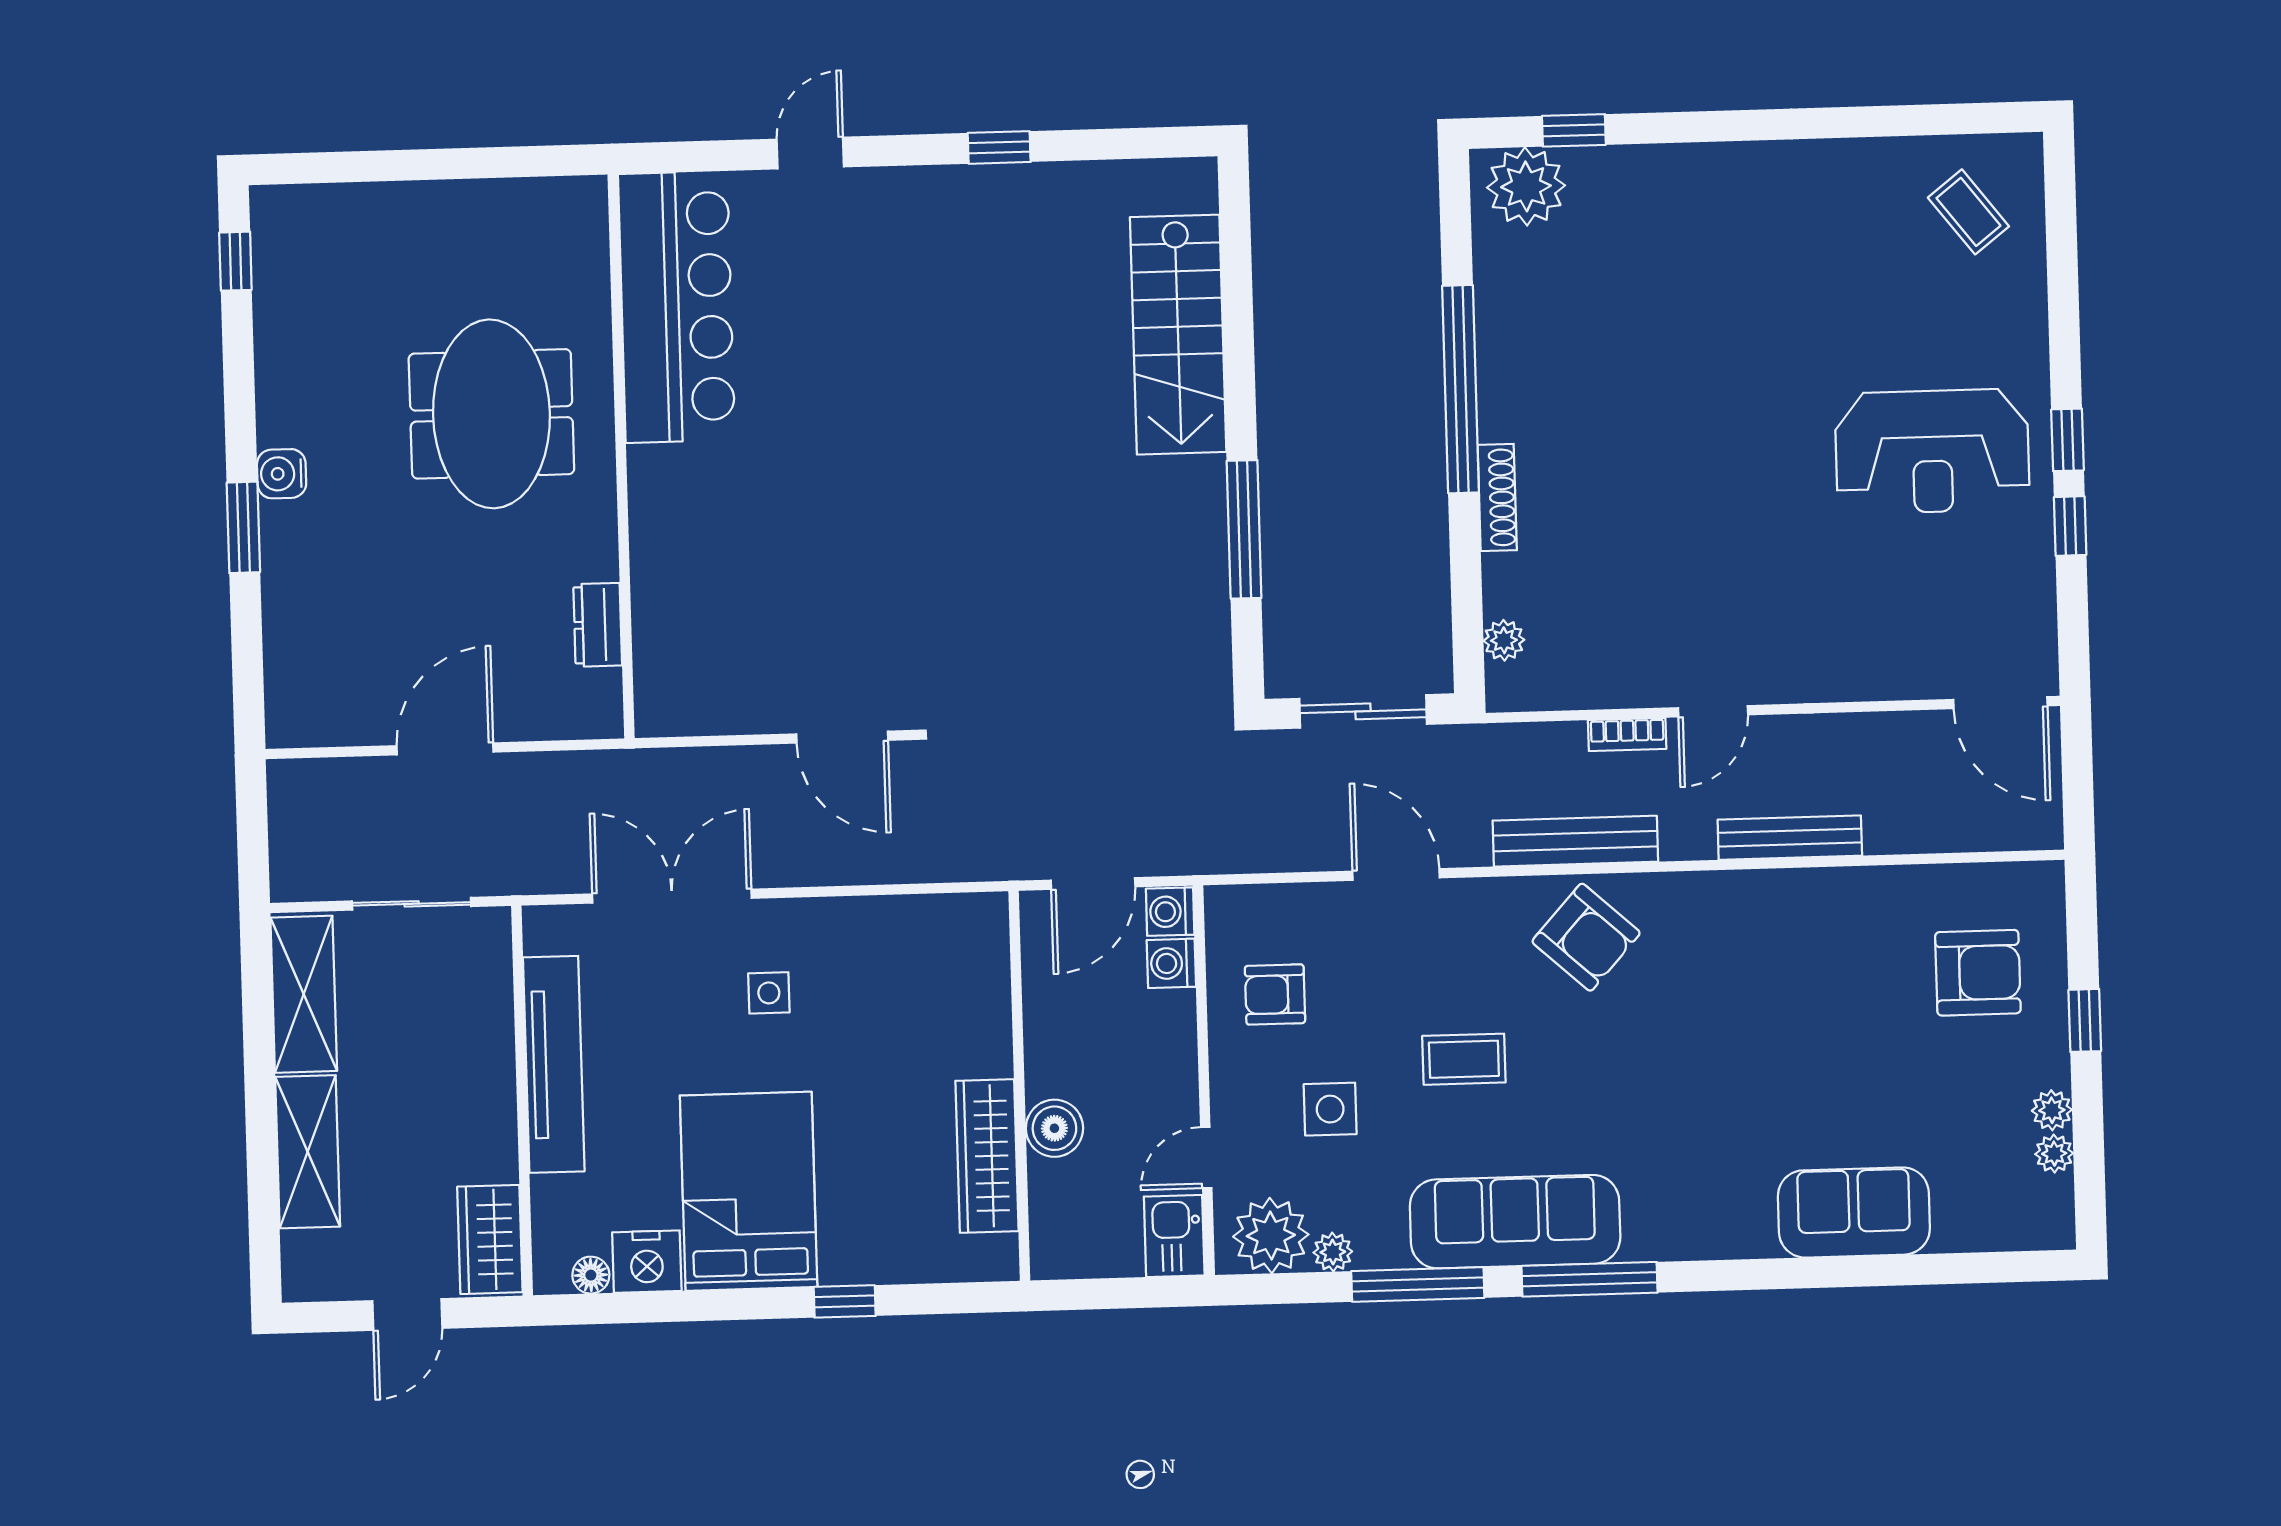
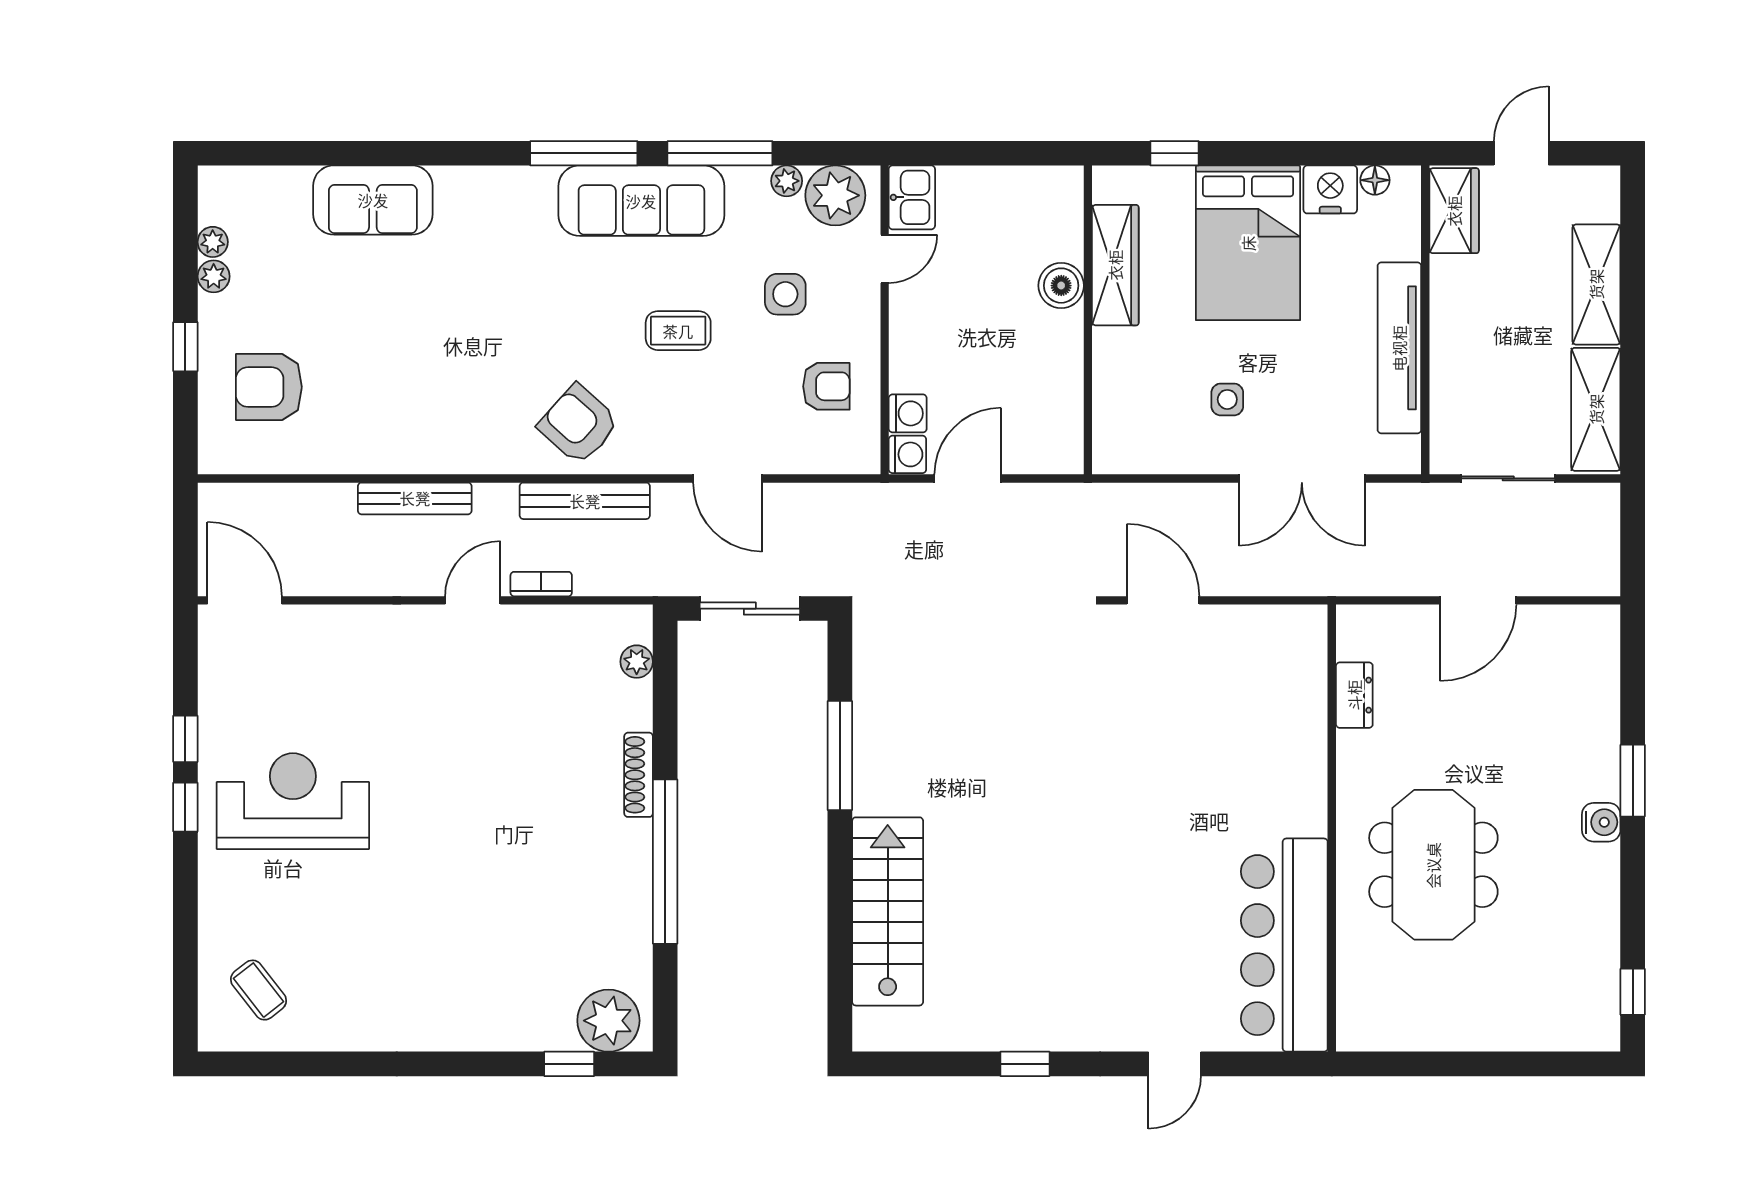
wall: (1019, 1086) -> (1088, 320), moved
boiler: (1054, 1128) -> (1061, 286), moved
wardrobe: (987, 1156) -> (1115, 265), moved

